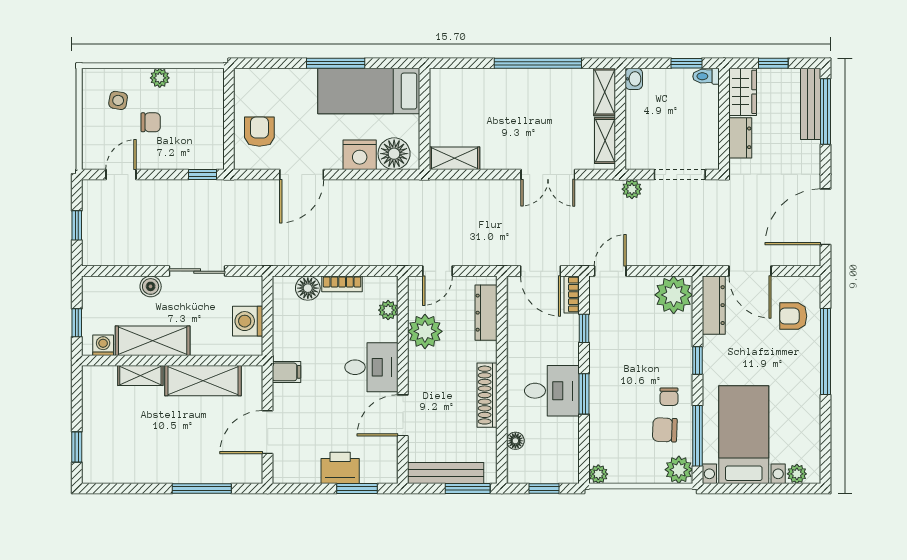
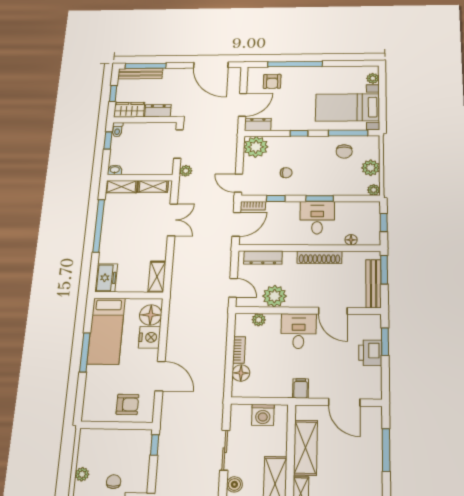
freezer: (452, 83) -> (106, 278), added
armchair: (259, 132) -> (127, 404), turned 180
dresser: (714, 305) -> (258, 125), width x0.70
chair: (669, 397) -> (286, 173), moved
plant: (679, 470) -> (371, 168), moved

